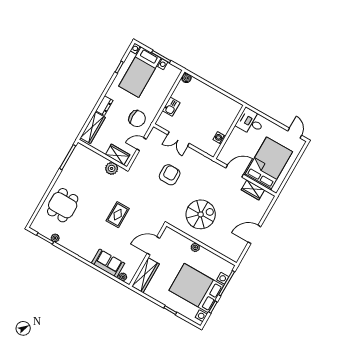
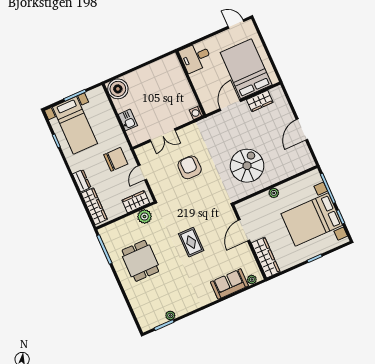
boiler: (186, 78) -> (118, 89), width x1.86, depth x1.86
washing machine: (219, 138) -> (196, 113), moved
dining table: (63, 205) -> (140, 261), moved

